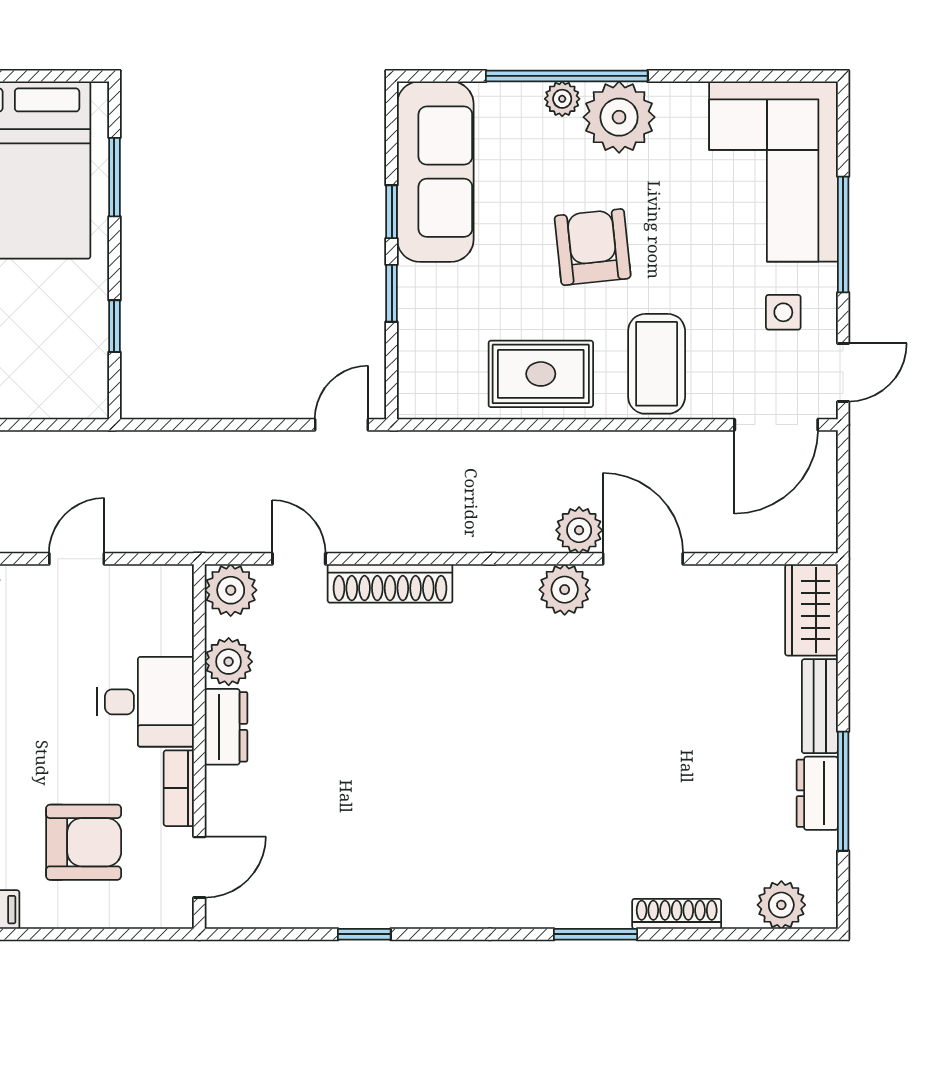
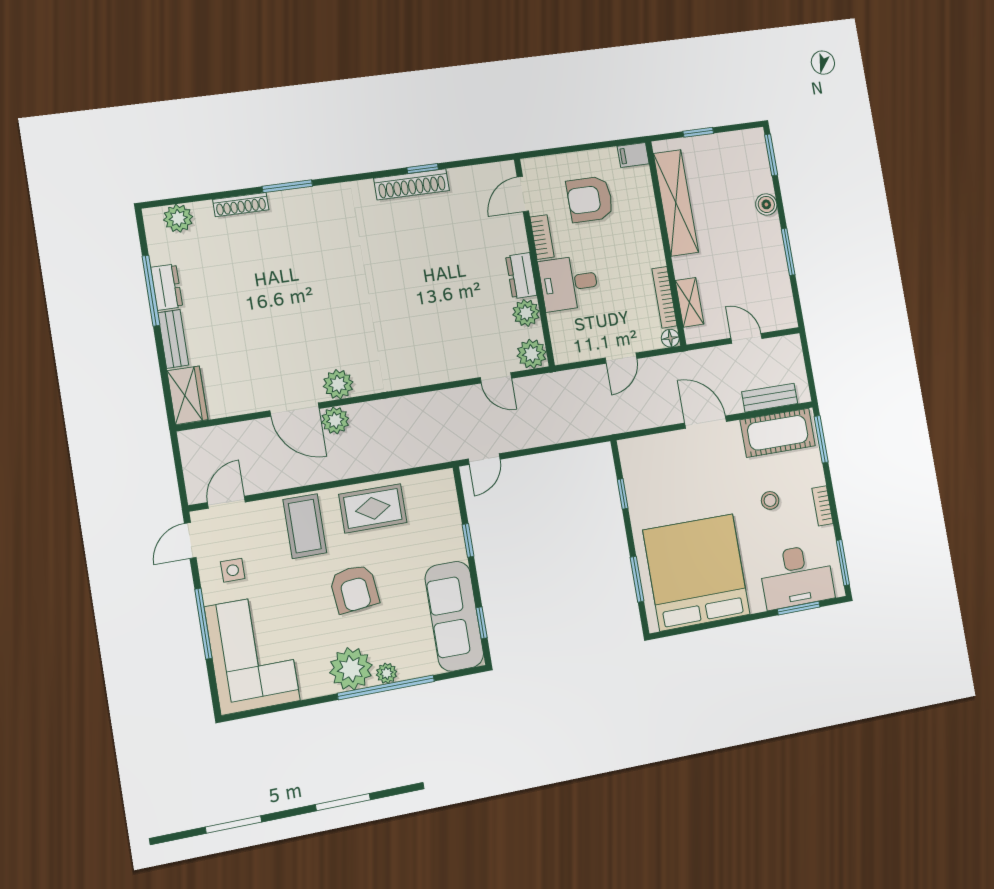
window: (392, 212) -> (482, 623), moved
door: (776, 425) -> (226, 502), width x0.73
shoe rack: (390, 583) -> (412, 184), moved, turned 180

